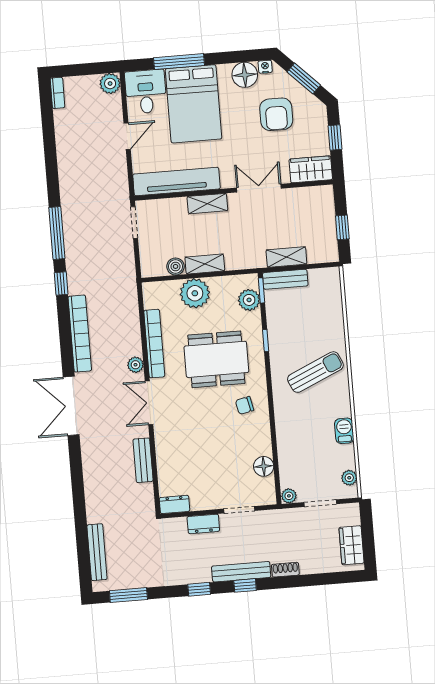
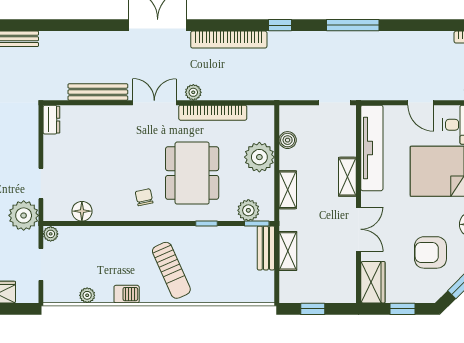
window: (57, 233) -> (353, 25), moved
shelving: (205, 264) -> (288, 190), moved
barbecue: (344, 431) -> (127, 294), moved
bench: (143, 460) -> (98, 92), width x1.36
plant: (349, 478) -> (87, 295), moved
dresser: (203, 524) -> (30, 147), removed
plant: (273, 524) -> (24, 215), added

